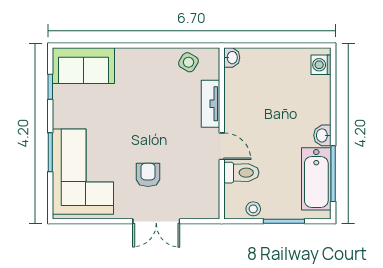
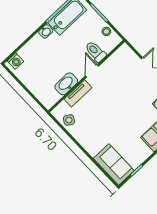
washbasin: (232, 58) -> (66, 84), moved, width x1.91, depth x1.45
armchair: (148, 175) -> (135, 91), removed

